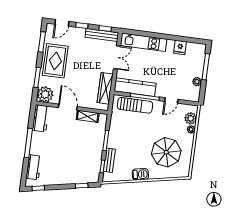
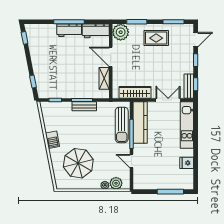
door: (62, 23) -> (196, 40), swing flipped
bench: (102, 35) -> (189, 86), width x0.73
double door: (117, 57) -> (168, 100), swing flipped
rug: (55, 61) -> (156, 38), width x0.73, depth x0.70
plant: (197, 82) -> (154, 185), removed
door: (68, 107) -> (111, 57), swing flipped
bench: (109, 160) -> (84, 106), moved
workbench: (34, 167) -> (69, 30), moved

